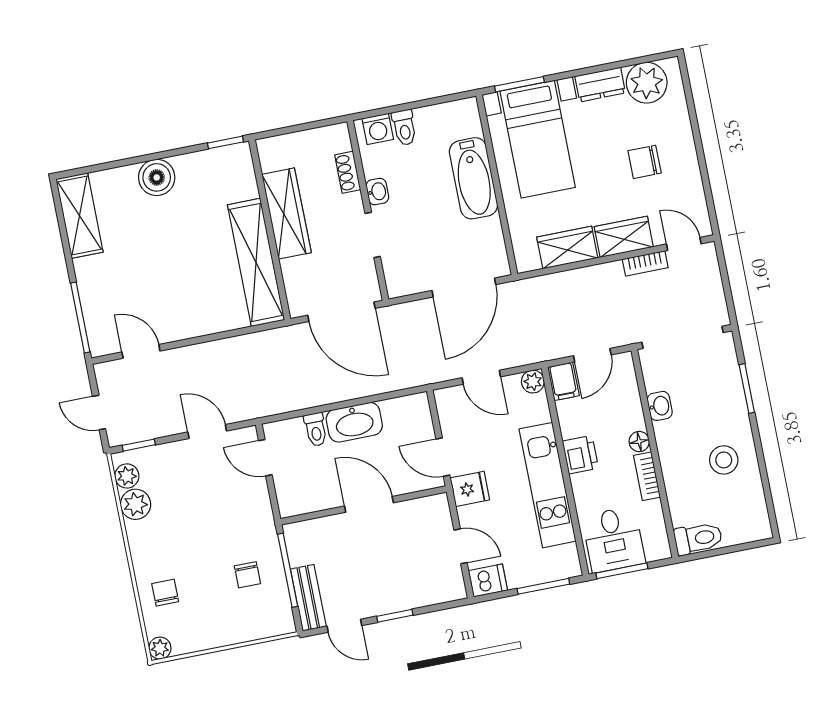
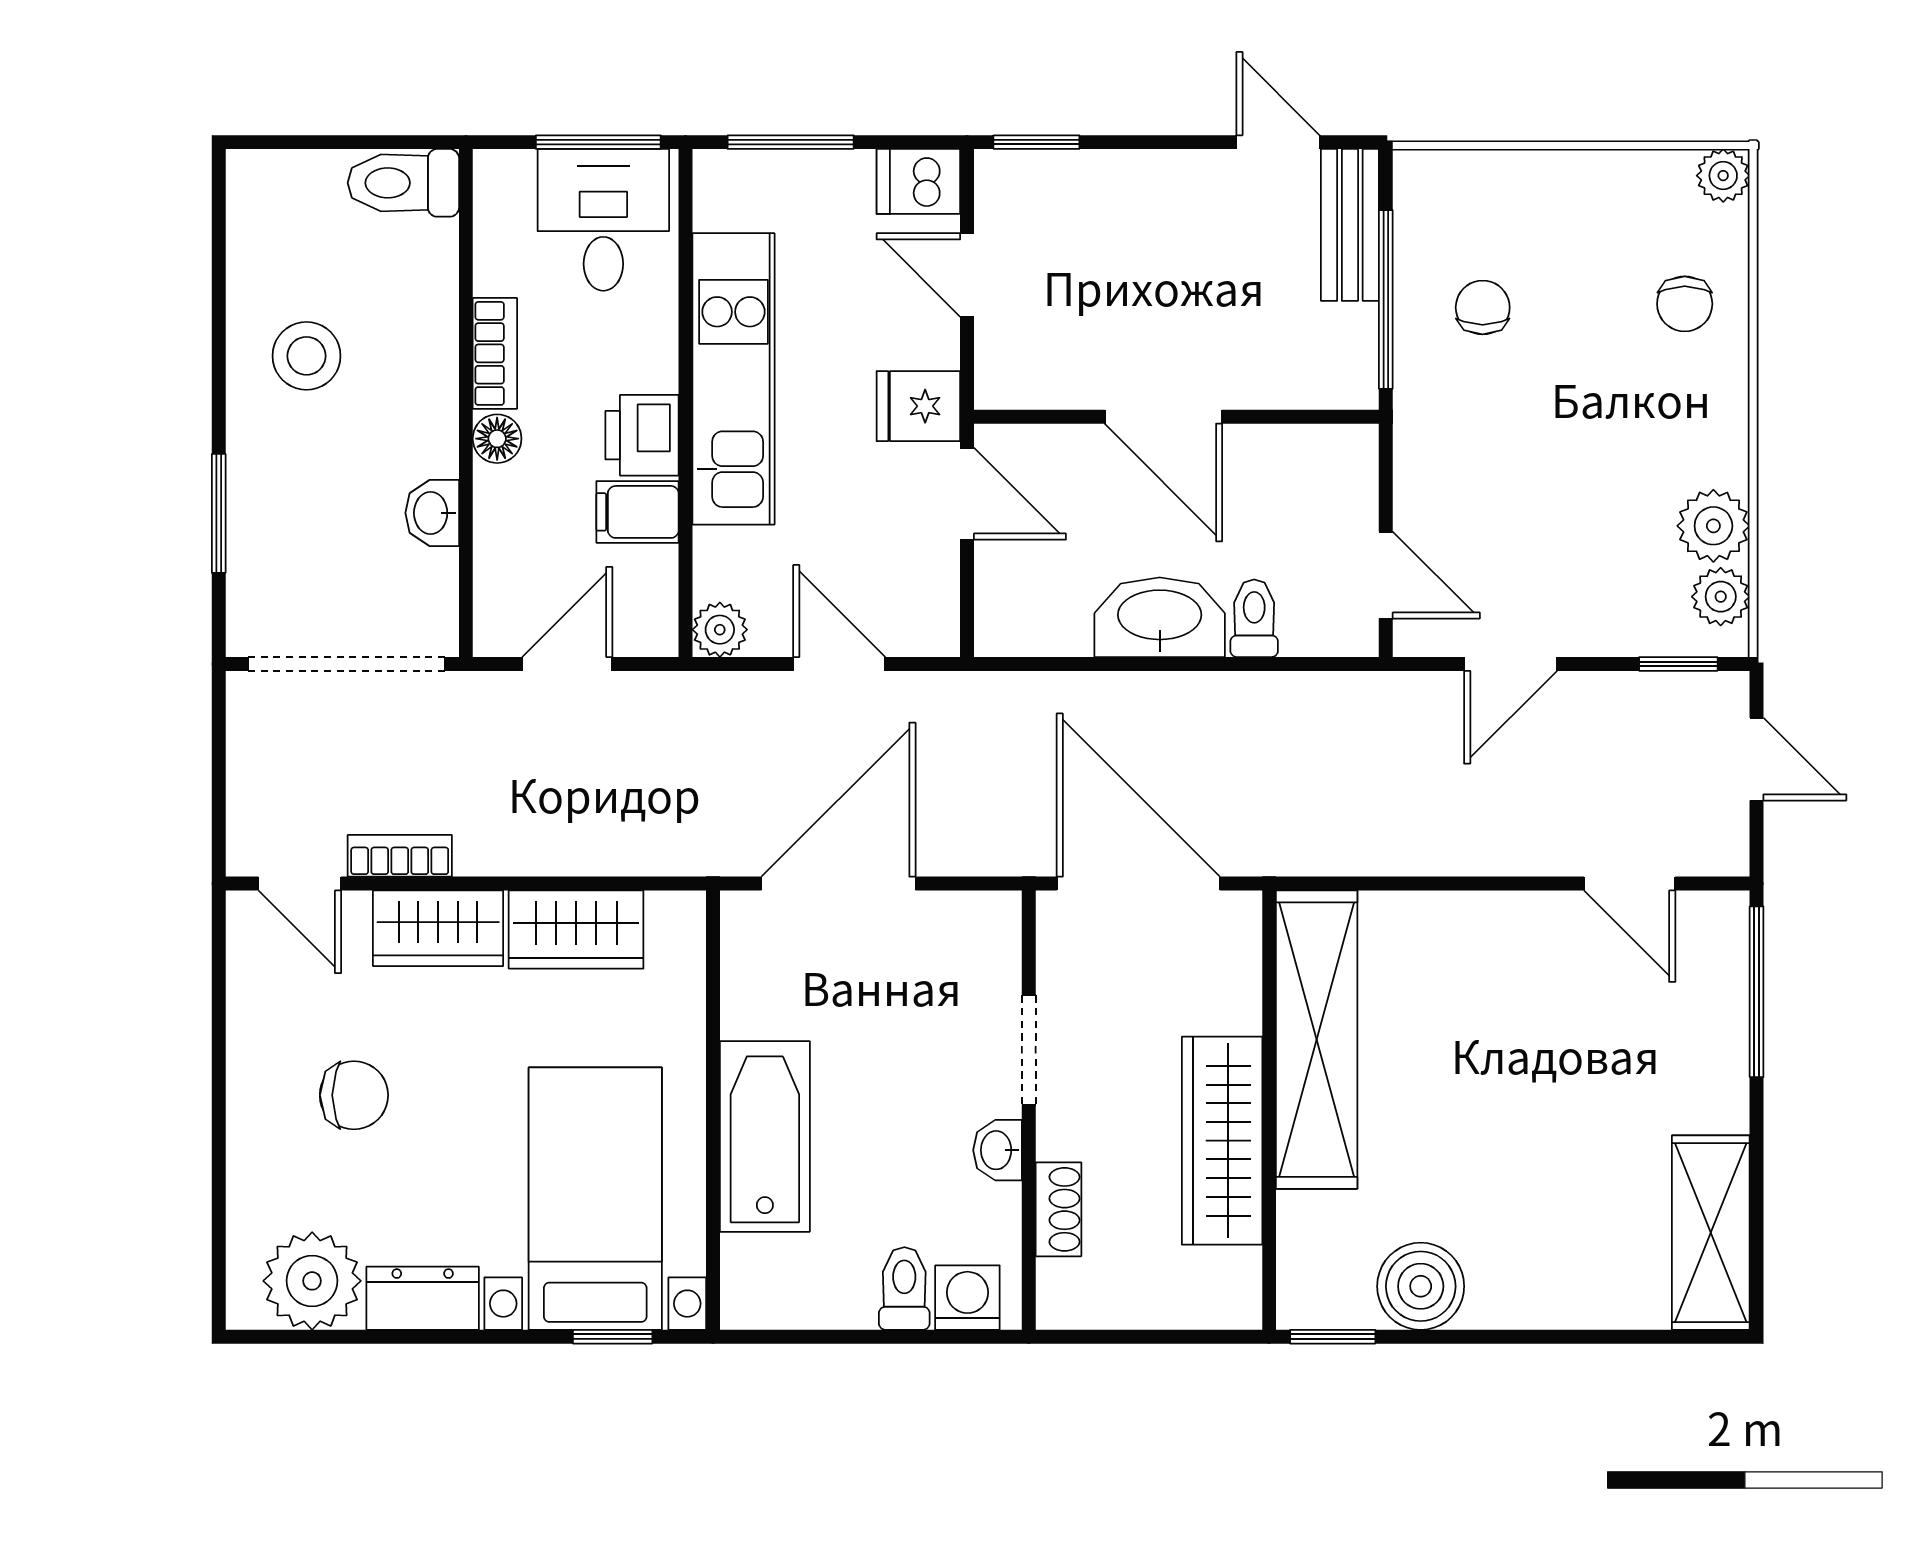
window: (519, 84) -> (613, 1337), width x0.67
boiler: (157, 177) -> (1421, 1286), moved
filing cabinet: (563, 381) -> (637, 512), moved, turned -90
door: (207, 432) -> (1511, 664), hinge flipped
window: (395, 616) -> (1036, 142), moved

